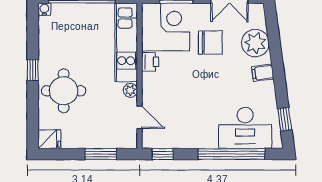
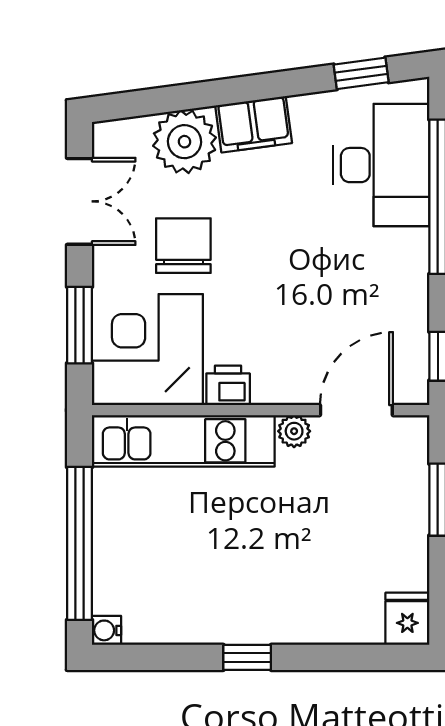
filing cabinet: (263, 73) -> (254, 124), width x2.00
round table: (64, 91) -> (295, 586), removed
door: (139, 117) -> (356, 410), width x1.38

